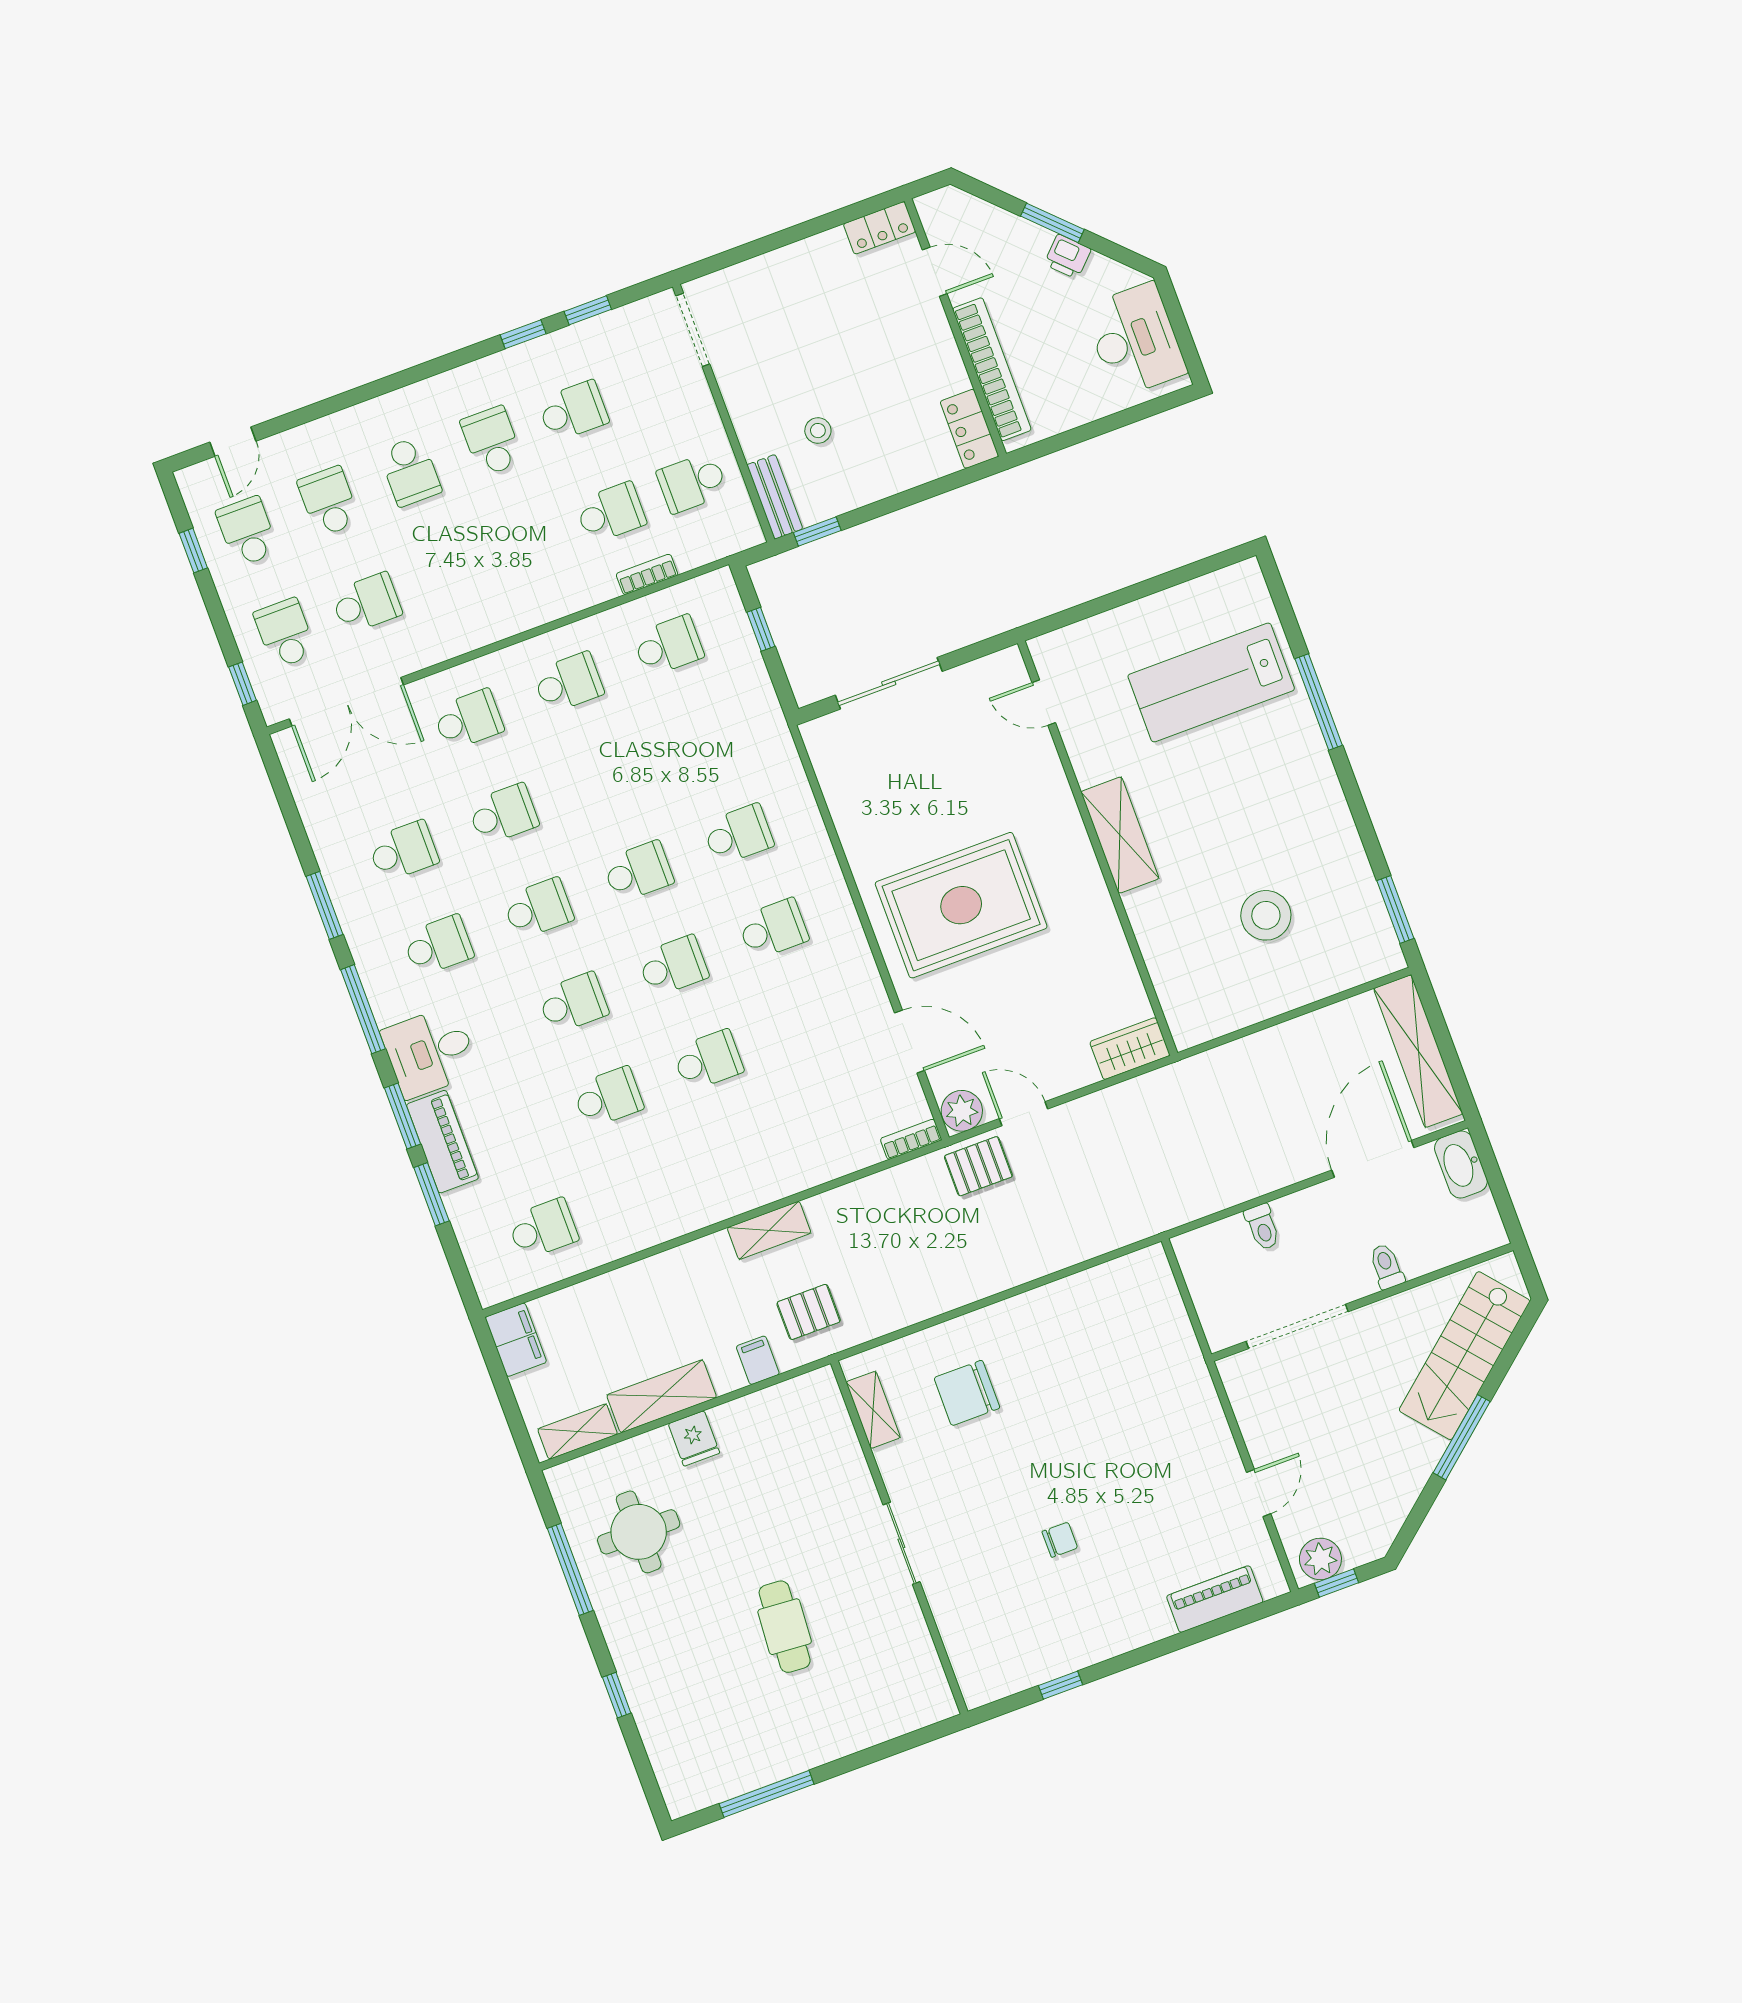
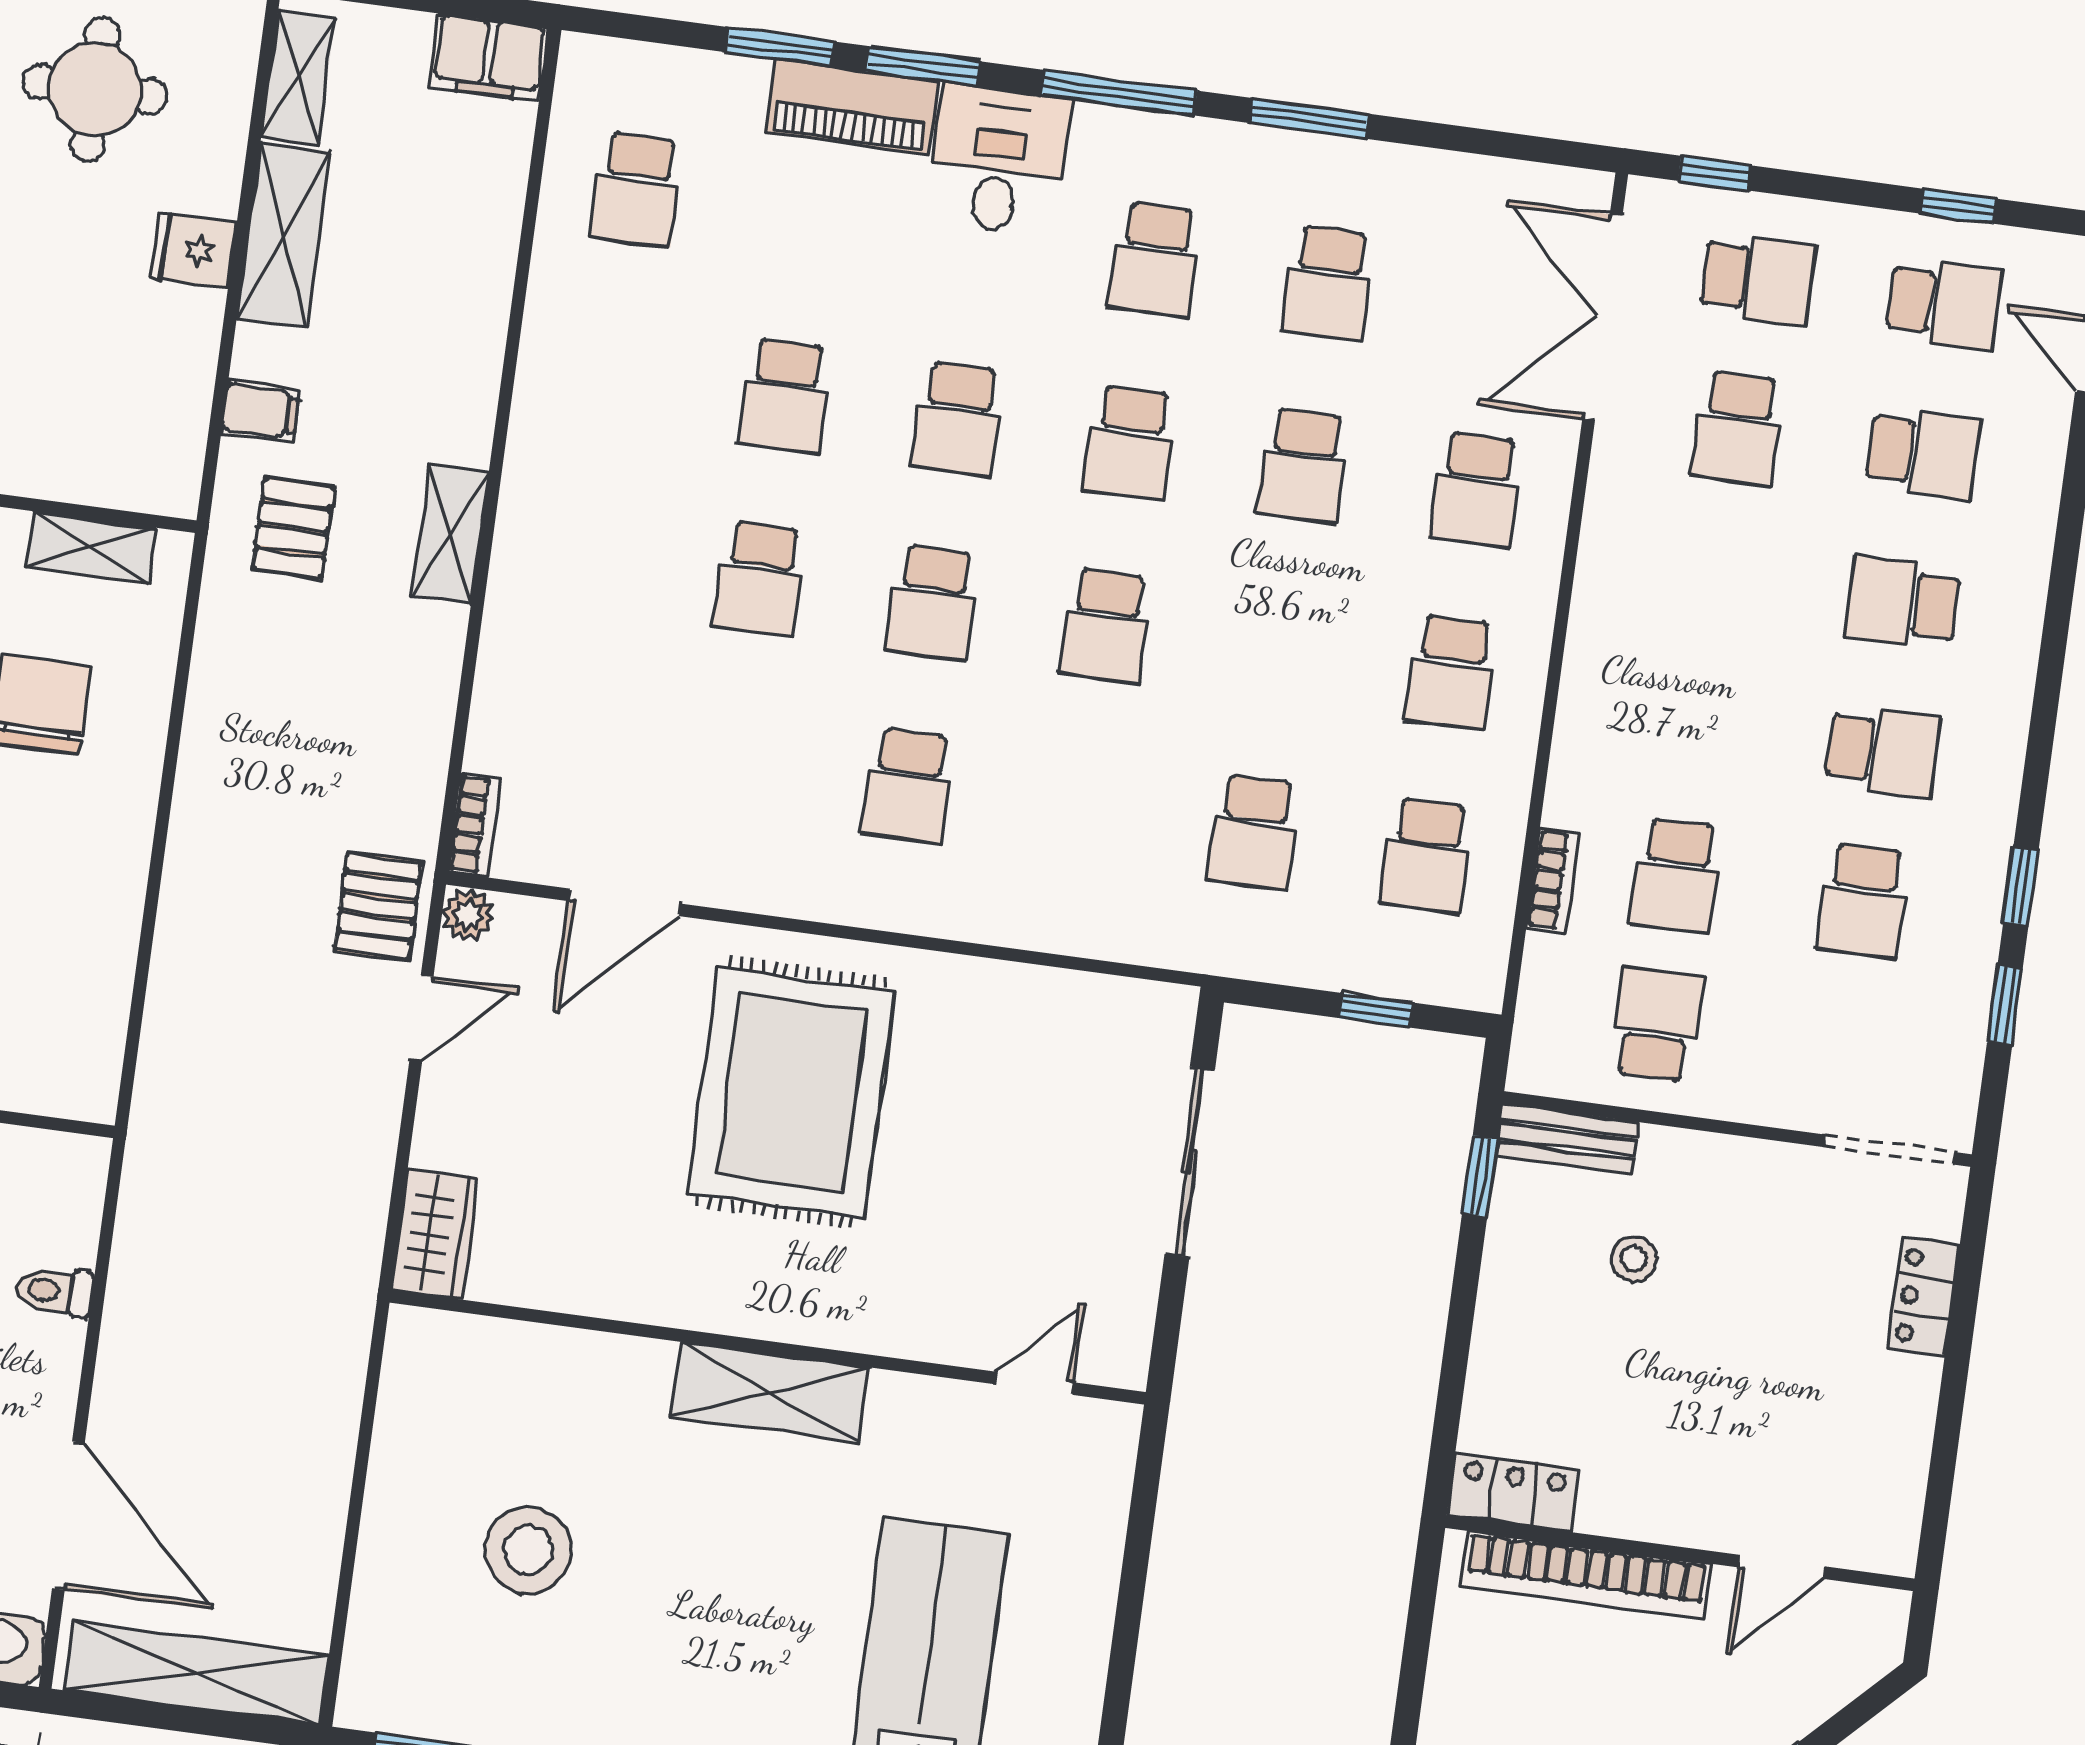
locker: (880, 228) -> (1924, 1297), moved
school desk: (738, 834) -> (1254, 832), moved
plant: (962, 1111) -> (468, 915), width x0.73, depth x0.73

